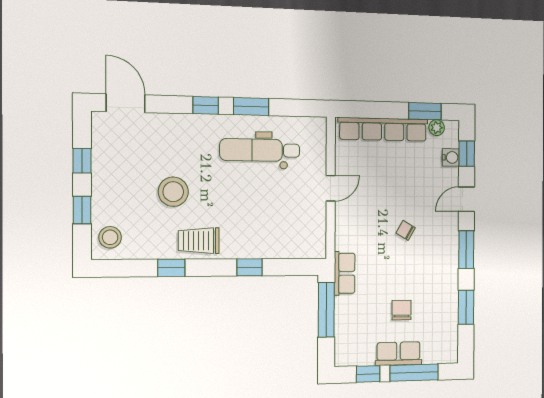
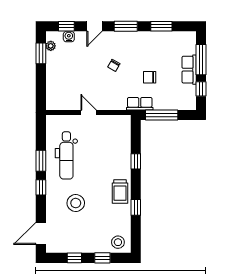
row of seats: (383, 129) -> (52, 80), removed
stool: (173, 192) -> (76, 203), moved
door: (466, 199) -> (94, 26), hinge flipped
chair: (402, 310) -> (150, 77), moved

